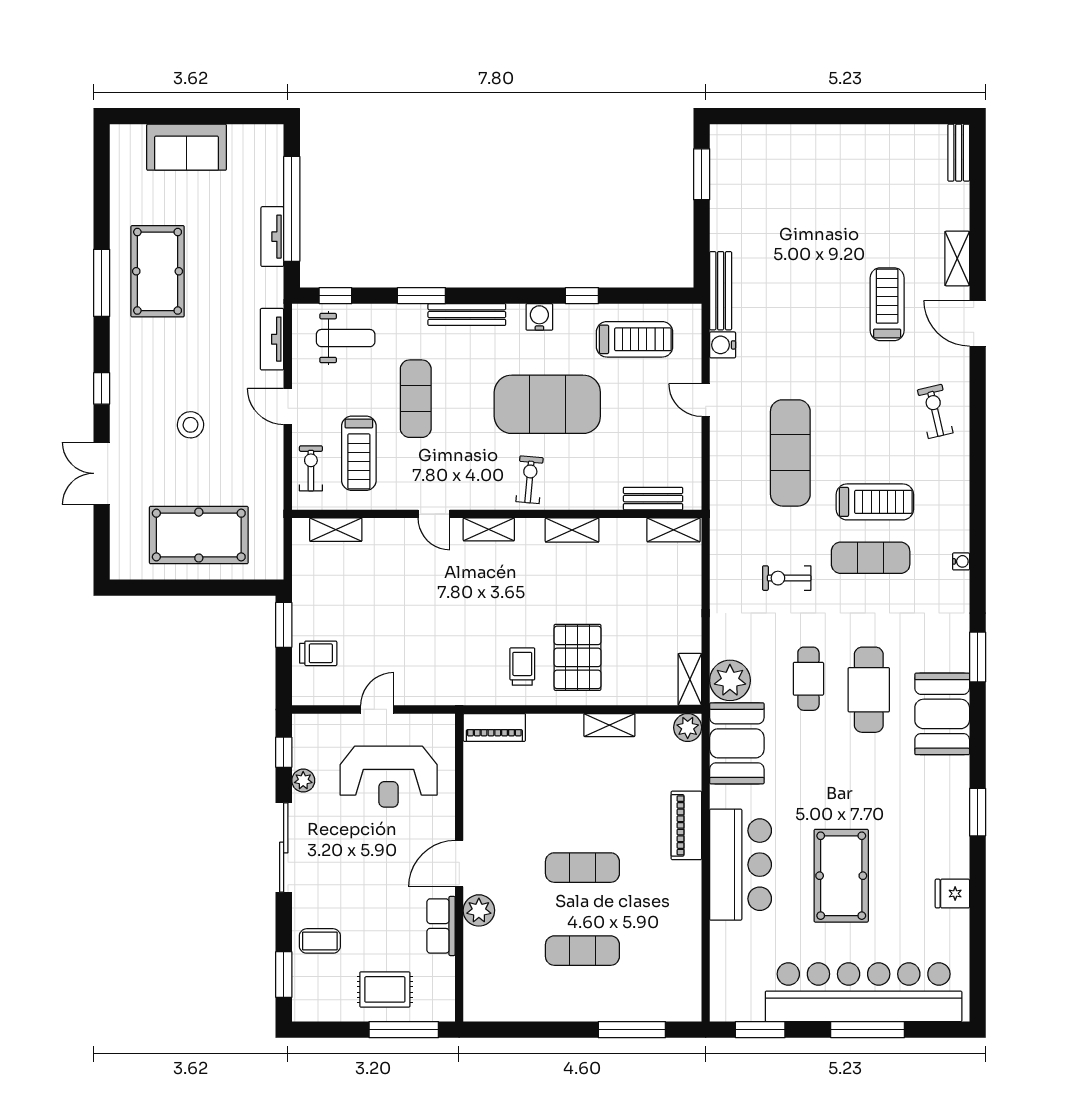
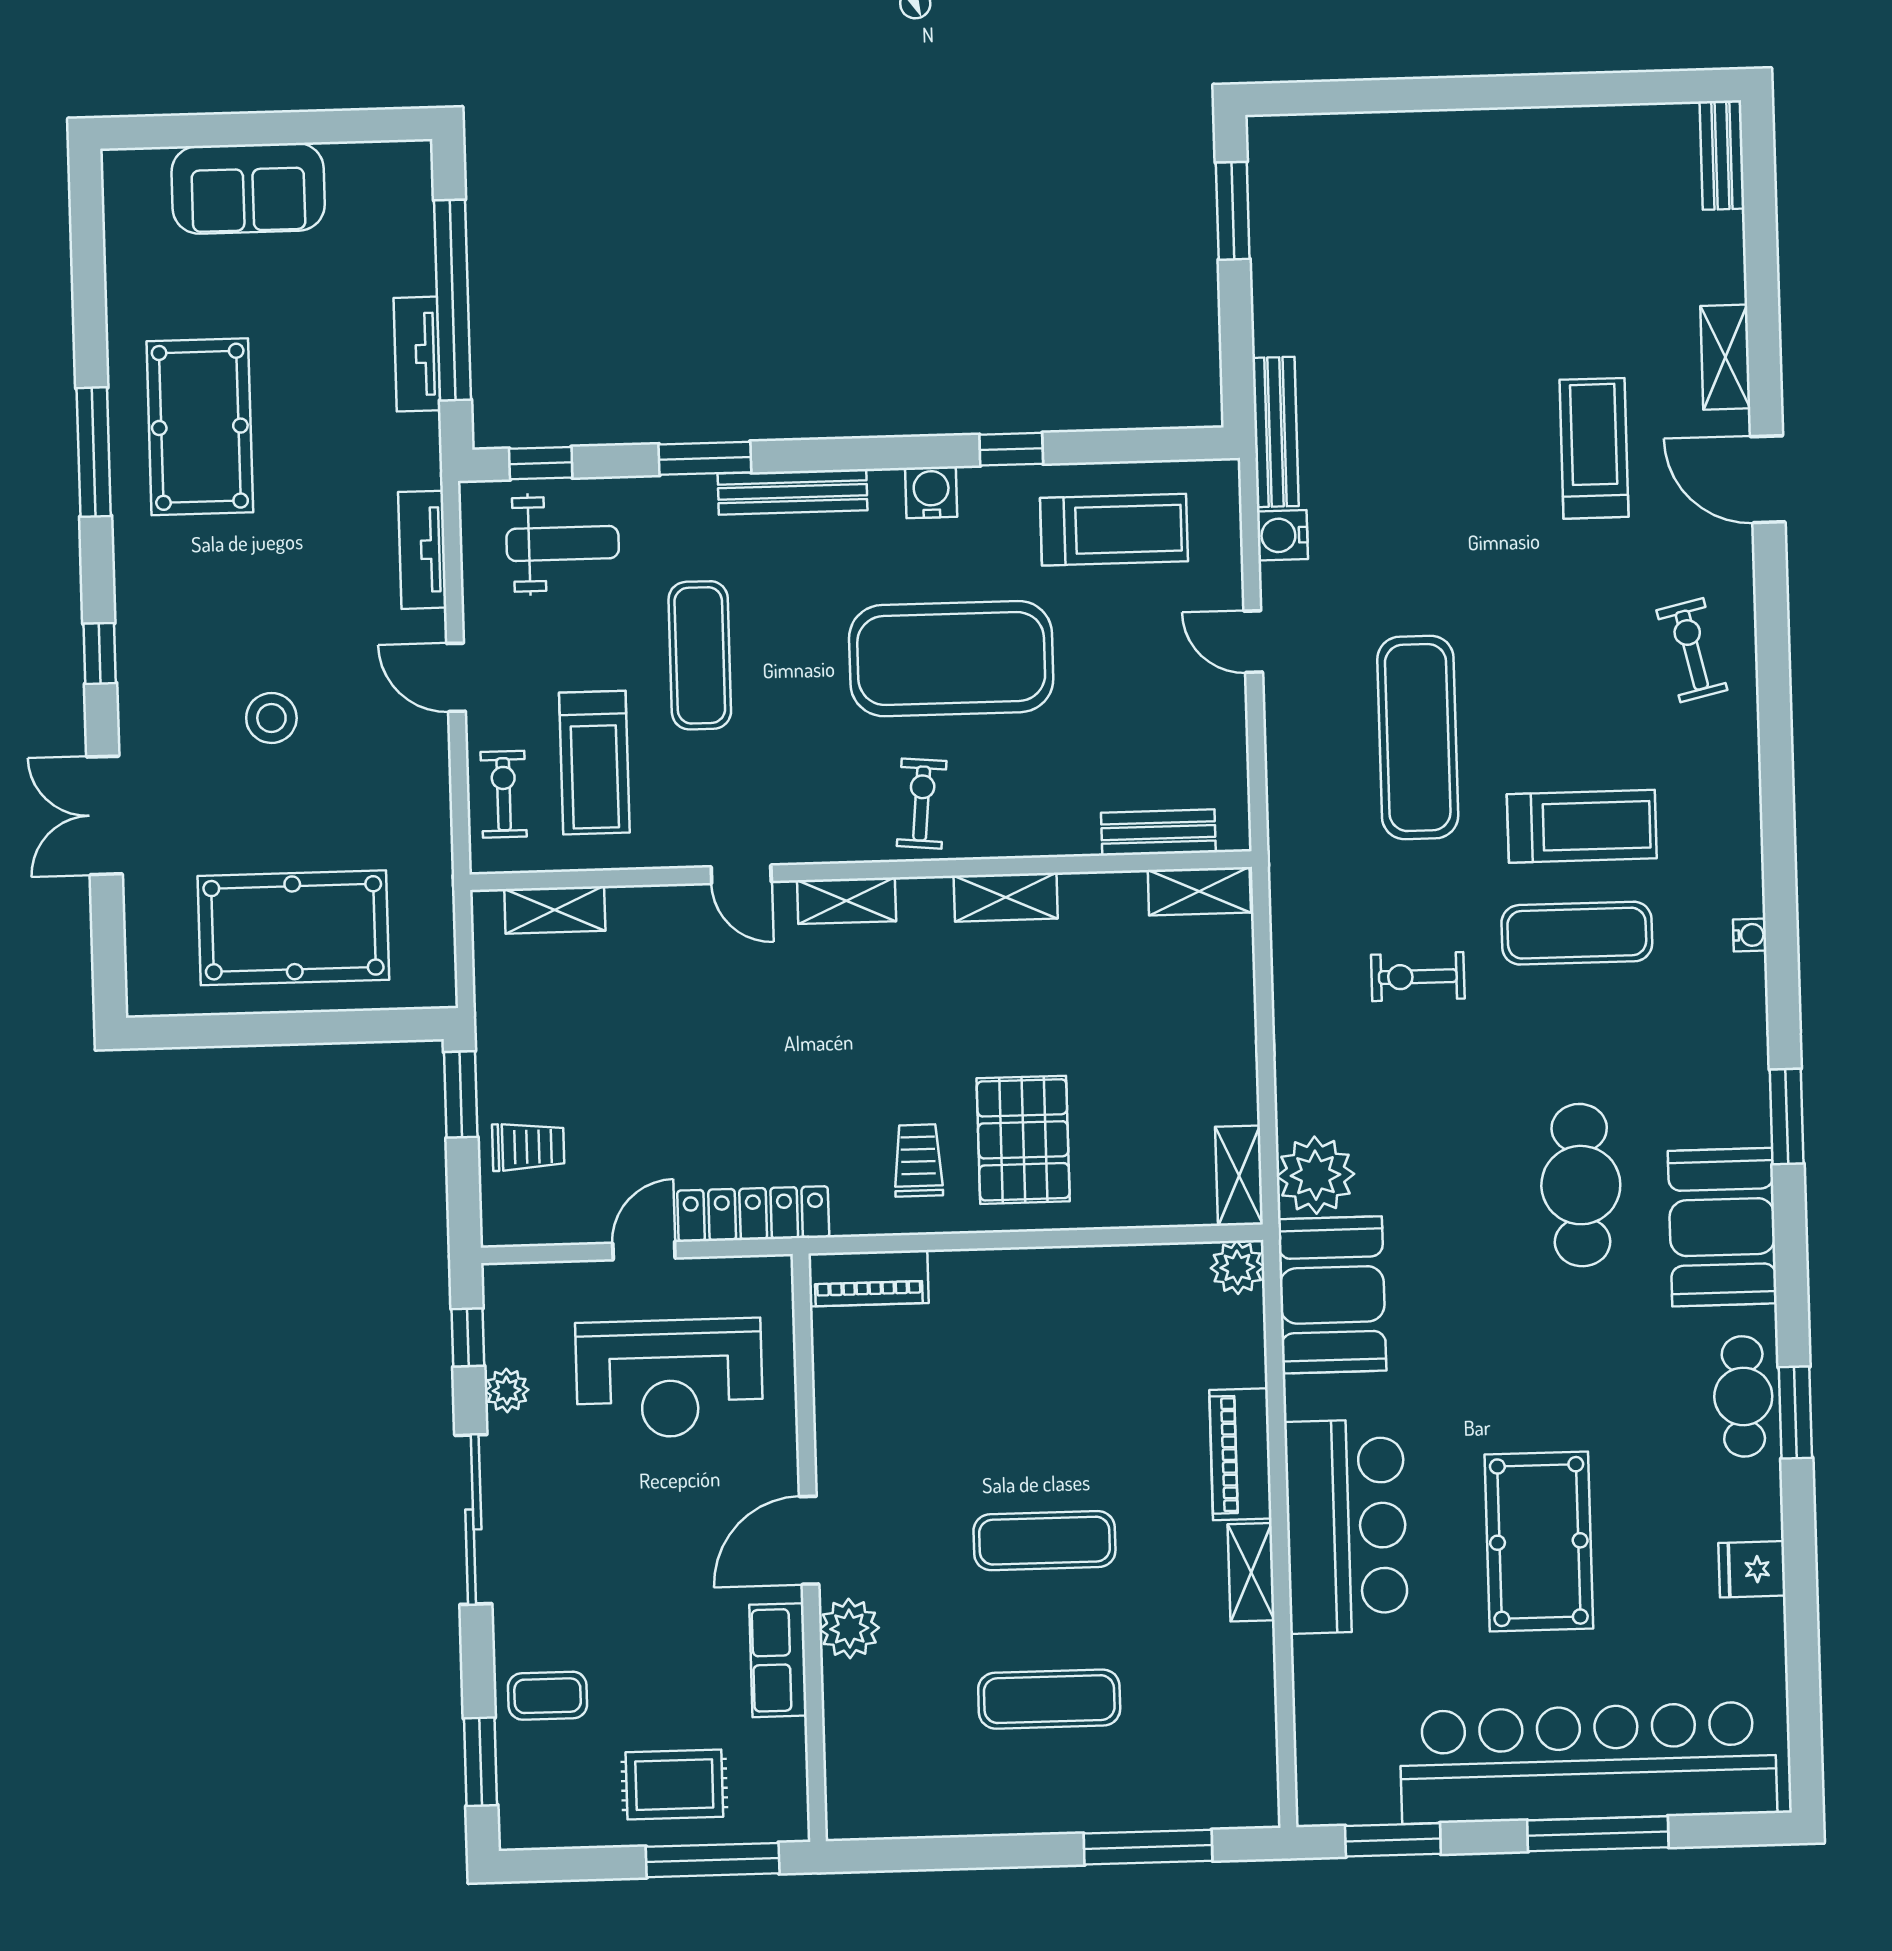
cafe table: (808, 679) -> (1743, 1396), moved
locker: (435, 692) -> (753, 1214), added
shelving: (609, 725) -> (1251, 1572), moved, turned 90

